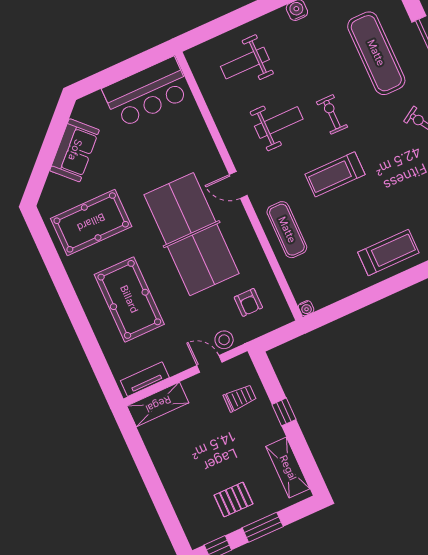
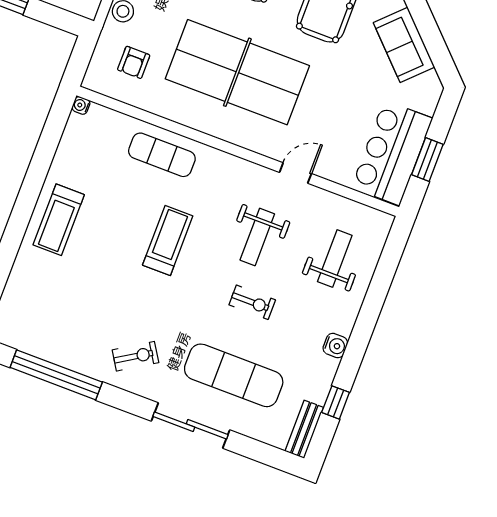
window: (129, 67) -> (427, 160), added
exercise bike: (332, 114) -> (252, 302), moved
door: (238, 185) -> (295, 173), moved
armchair: (248, 302) -> (134, 62), turned -90

